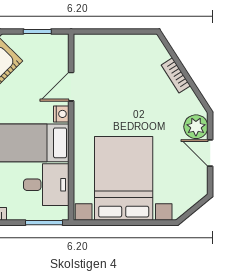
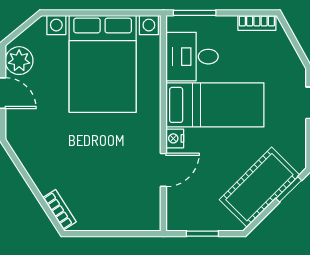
bookcase: (176, 75) -> (60, 210), moved
plant: (196, 127) -> (19, 61), moved

